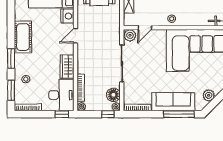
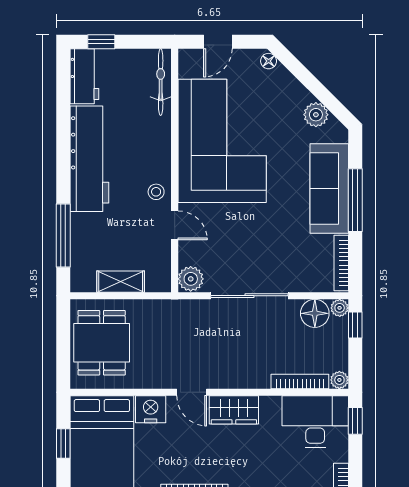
door: (145, 28) -> (175, 225), moved
wardrobe: (67, 67) -> (234, 410), moved
window: (179, 114) -> (355, 200), moved

